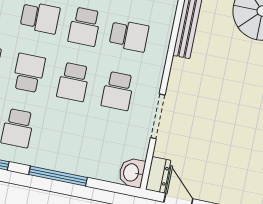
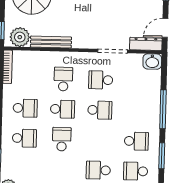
school desk: (29, 73) -> (99, 140), removed
school desk: (118, 91) -> (101, 80), turned 180
dresser: (158, 175) -> (146, 44), width x1.44

